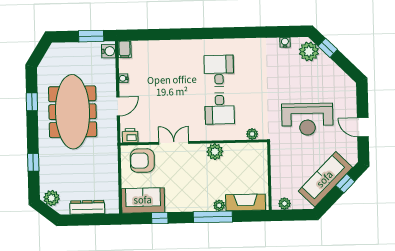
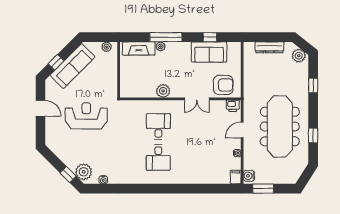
plant: (252, 134) -> (132, 105), removed
sofa: (143, 200) -> (209, 52), moved

